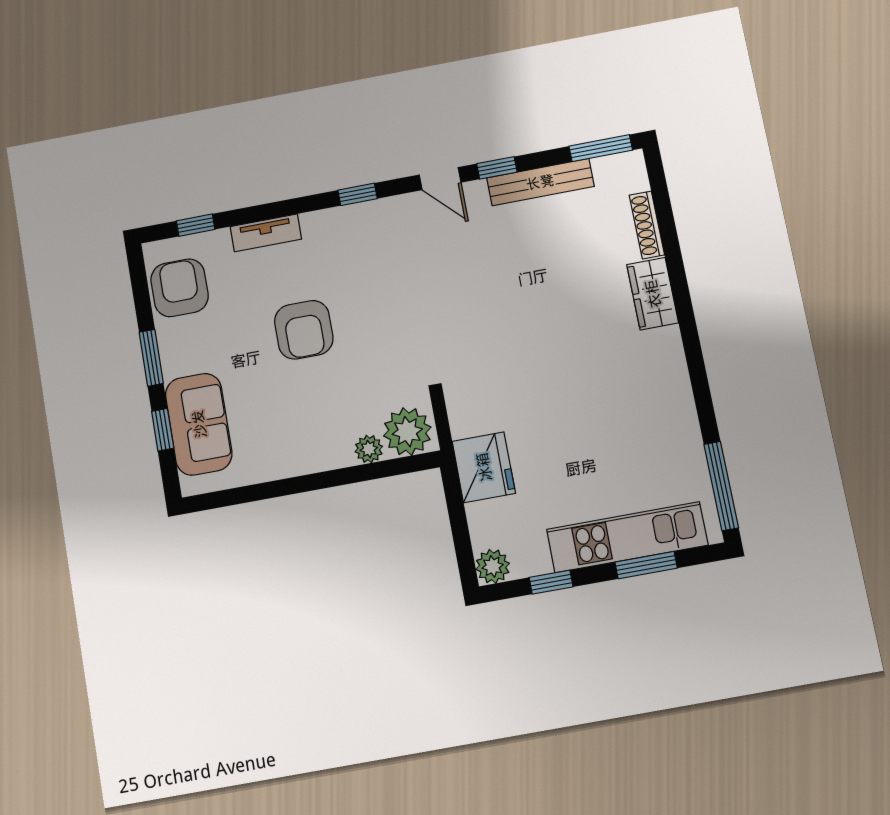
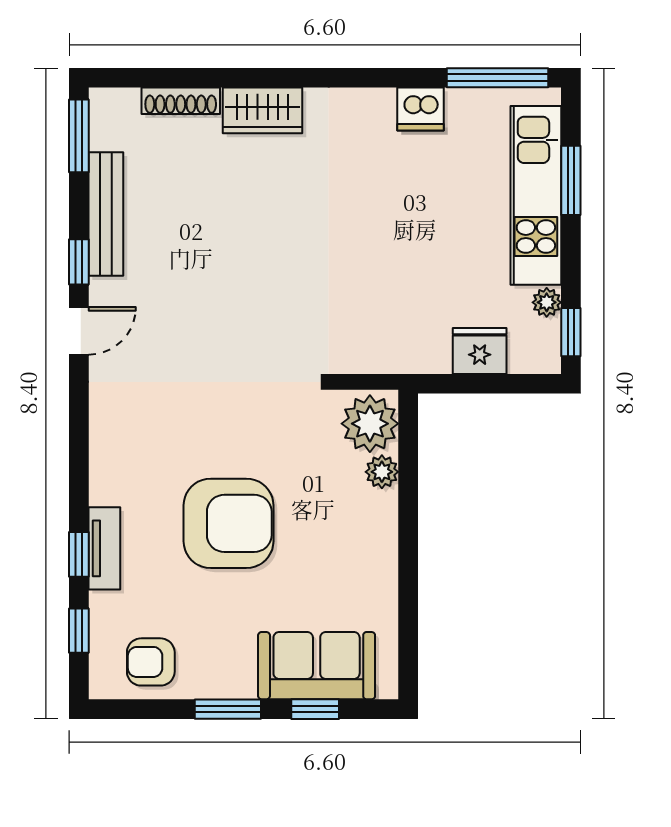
window: (358, 194) -> (79, 554), moved
armchair: (180, 288) -> (151, 662), width x0.72, depth x0.72
armchair: (304, 330) -> (229, 523), width x1.36, depth x1.36
dishwasher: (681, 425) -> (421, 109), added
fridge: (484, 467) -> (480, 351), moved, width x0.73, depth x0.75
plant: (493, 566) -> (547, 302), moved, width x0.73, depth x0.73
window: (551, 582) -> (571, 332), moved

